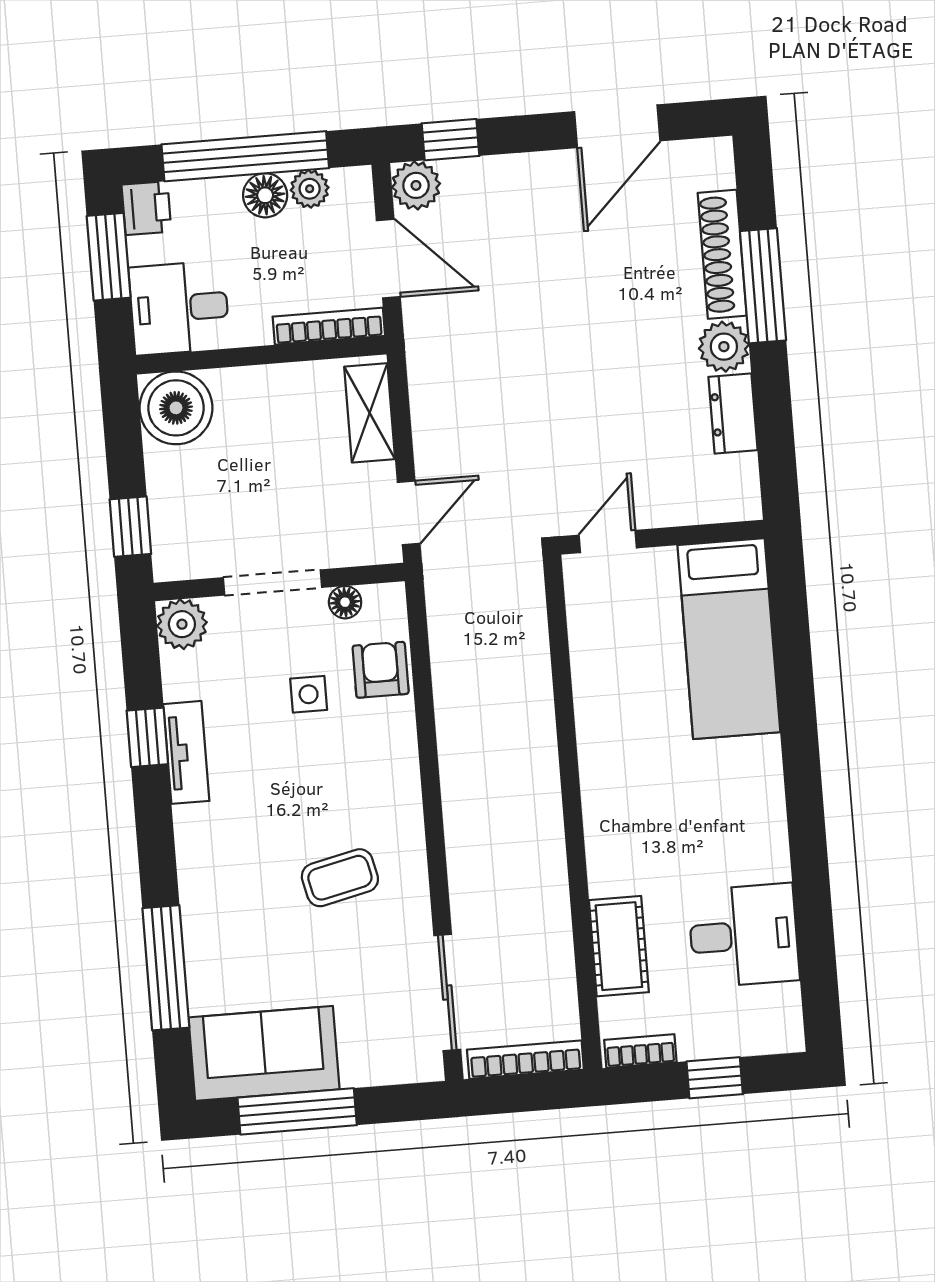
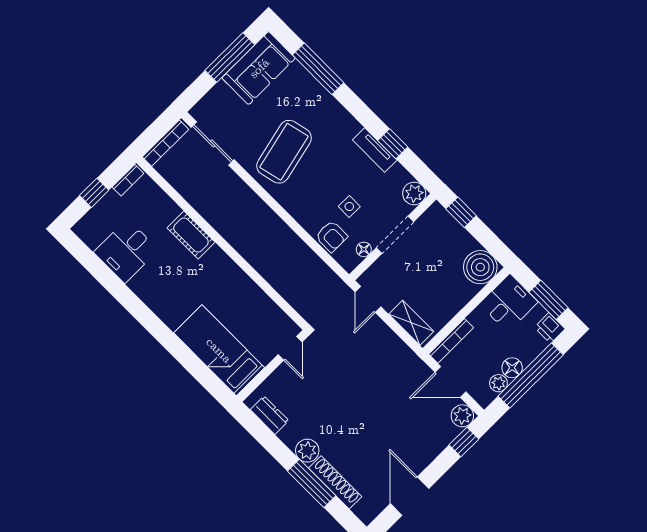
dresser: (733, 414) -> (269, 415), moved
coffee table: (340, 878) -> (284, 152), width x1.86, depth x1.72
cot: (619, 946) -> (191, 235), moved

